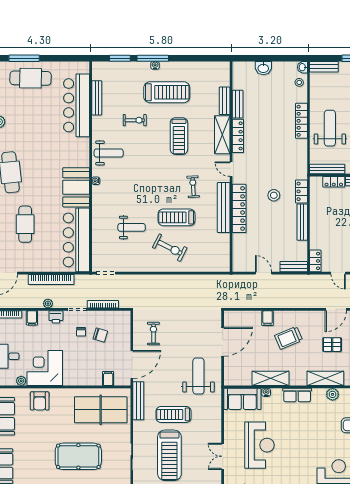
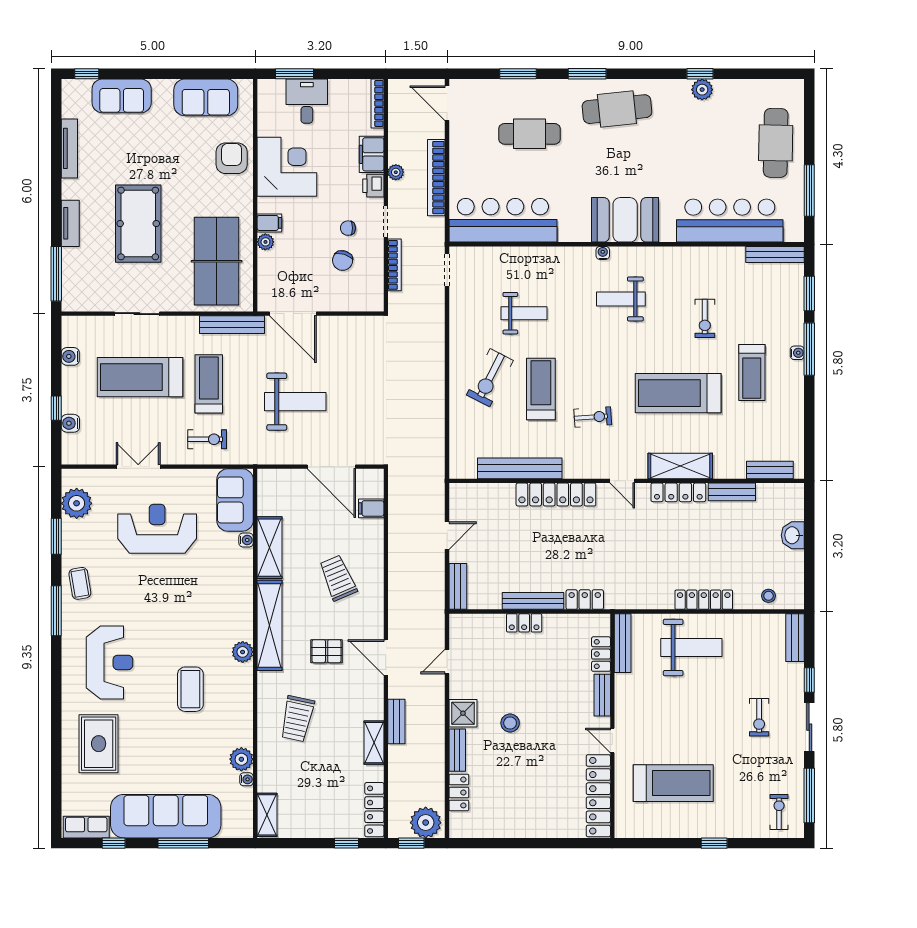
window: (24, 58) -> (809, 191), moved
washbasin: (303, 67) -> (794, 601), removed
treadmill: (167, 92) -> (752, 373), width x0.73, depth x0.73
bench: (97, 98) -> (775, 254), moved
bench: (225, 101) -> (770, 470), moved
treadmill: (179, 136) -> (678, 393), width x1.37, depth x1.38
weight bench: (109, 153) -> (621, 299), moved, turned 90
door: (231, 169) -> (622, 481), swing flipped
booth: (76, 187) -> (625, 220), moved
stool: (274, 195) -> (578, 553), removed
bench: (224, 208) -> (520, 468), moved
weight bench: (132, 227) -> (524, 313), turned -90
locker: (315, 261) -> (524, 623), moved
filing cabinet: (32, 318) -> (372, 154), width x2.00
filing cabinet: (268, 318) -> (371, 508), moved
exercise bike: (153, 334) -> (207, 439), moved
pallet: (332, 345) -> (327, 651), turned 90
weight bench: (198, 376) -> (295, 402), moved
filing cabinet: (108, 378) -> (269, 223), moved
shelving: (325, 378) -> (270, 625), width x1.47
plant: (21, 381) -> (265, 242), moved
row of seats: (297, 395) -> (242, 592), removed
armchair: (40, 401) -> (232, 158), turned 90
reception desk: (259, 445) -> (157, 529), turned 180

